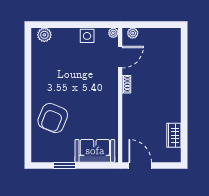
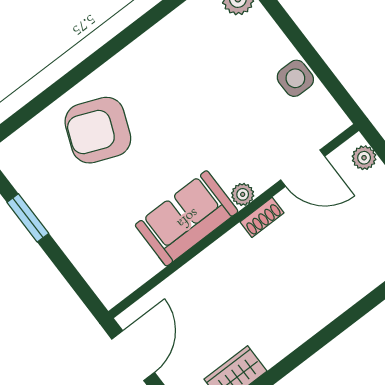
plant: (113, 33) -> (243, 194), moved
sofa: (95, 151) -> (187, 218), moved, turned -90

